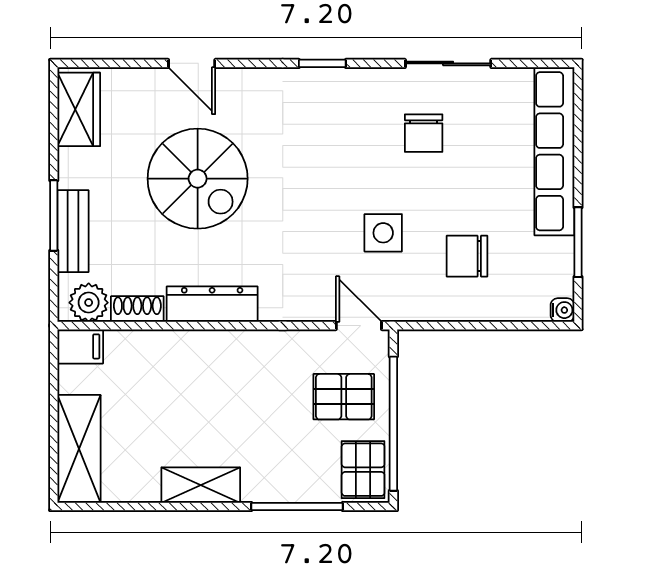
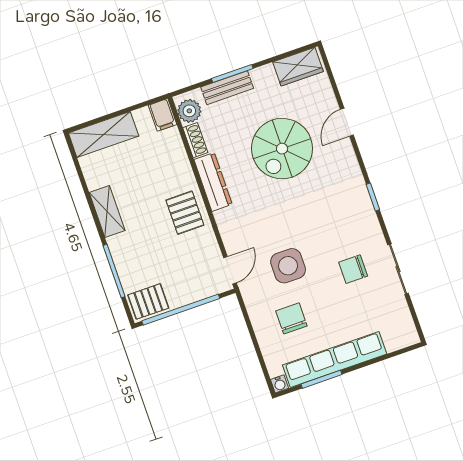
row of seats: (554, 151) -> (335, 359), moved
side table: (383, 233) -> (288, 266), width x1.37, depth x1.37
pallet: (344, 397) -> (185, 213), moved

